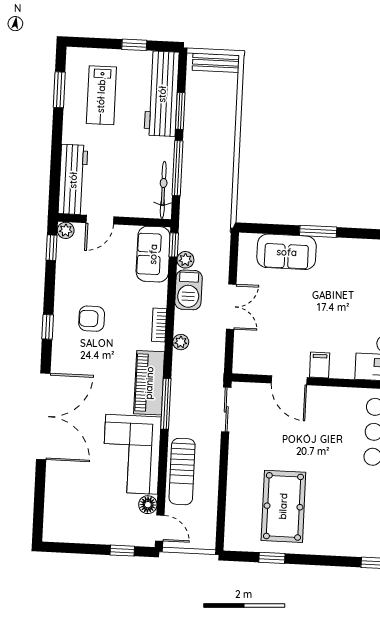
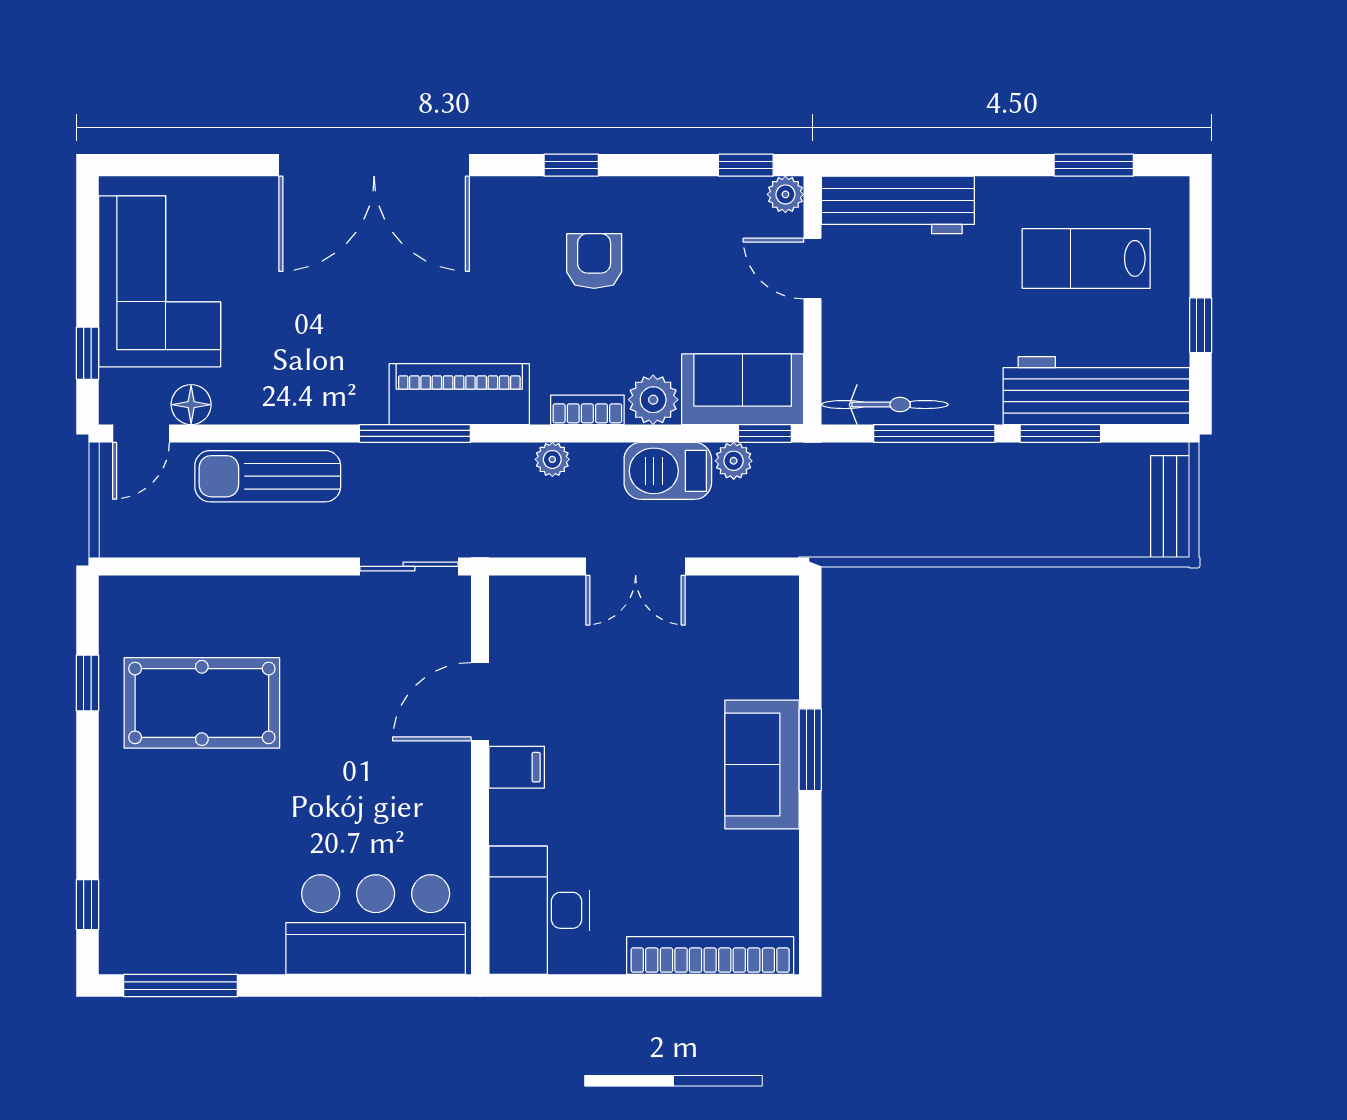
sofa: (287, 252) -> (762, 764), moved
plant: (156, 295) -> (653, 400), added
corner sofa: (132, 454) -> (160, 281), moved, turned 90

